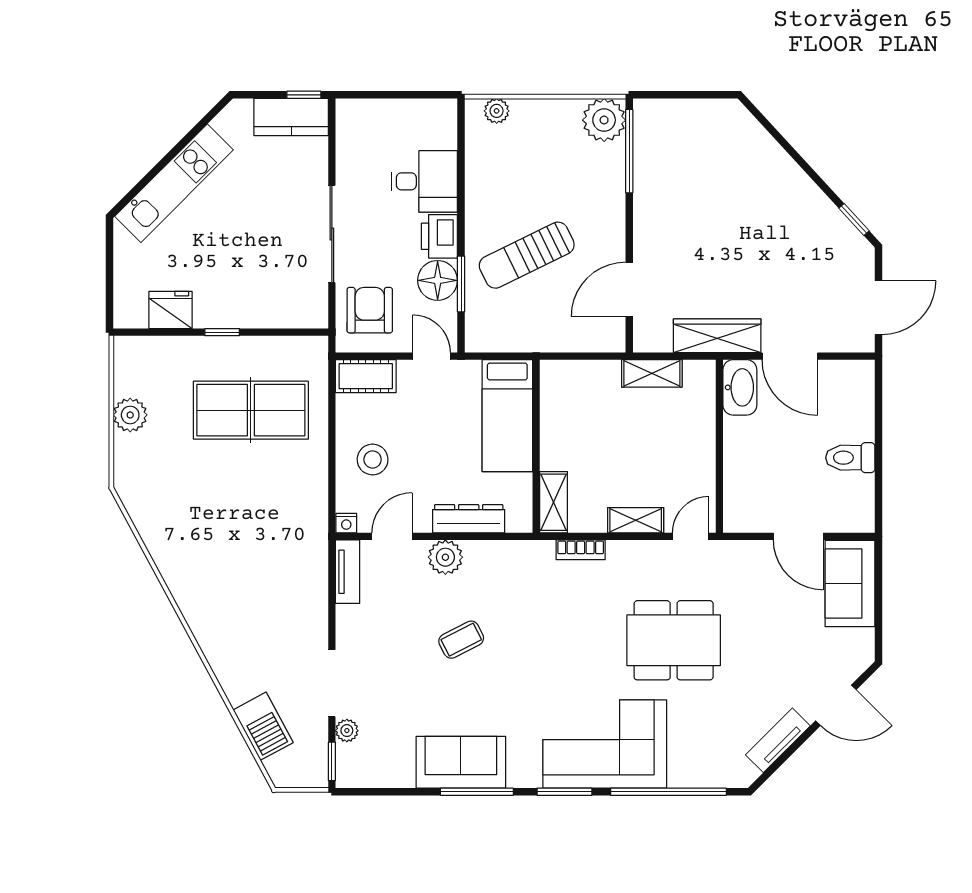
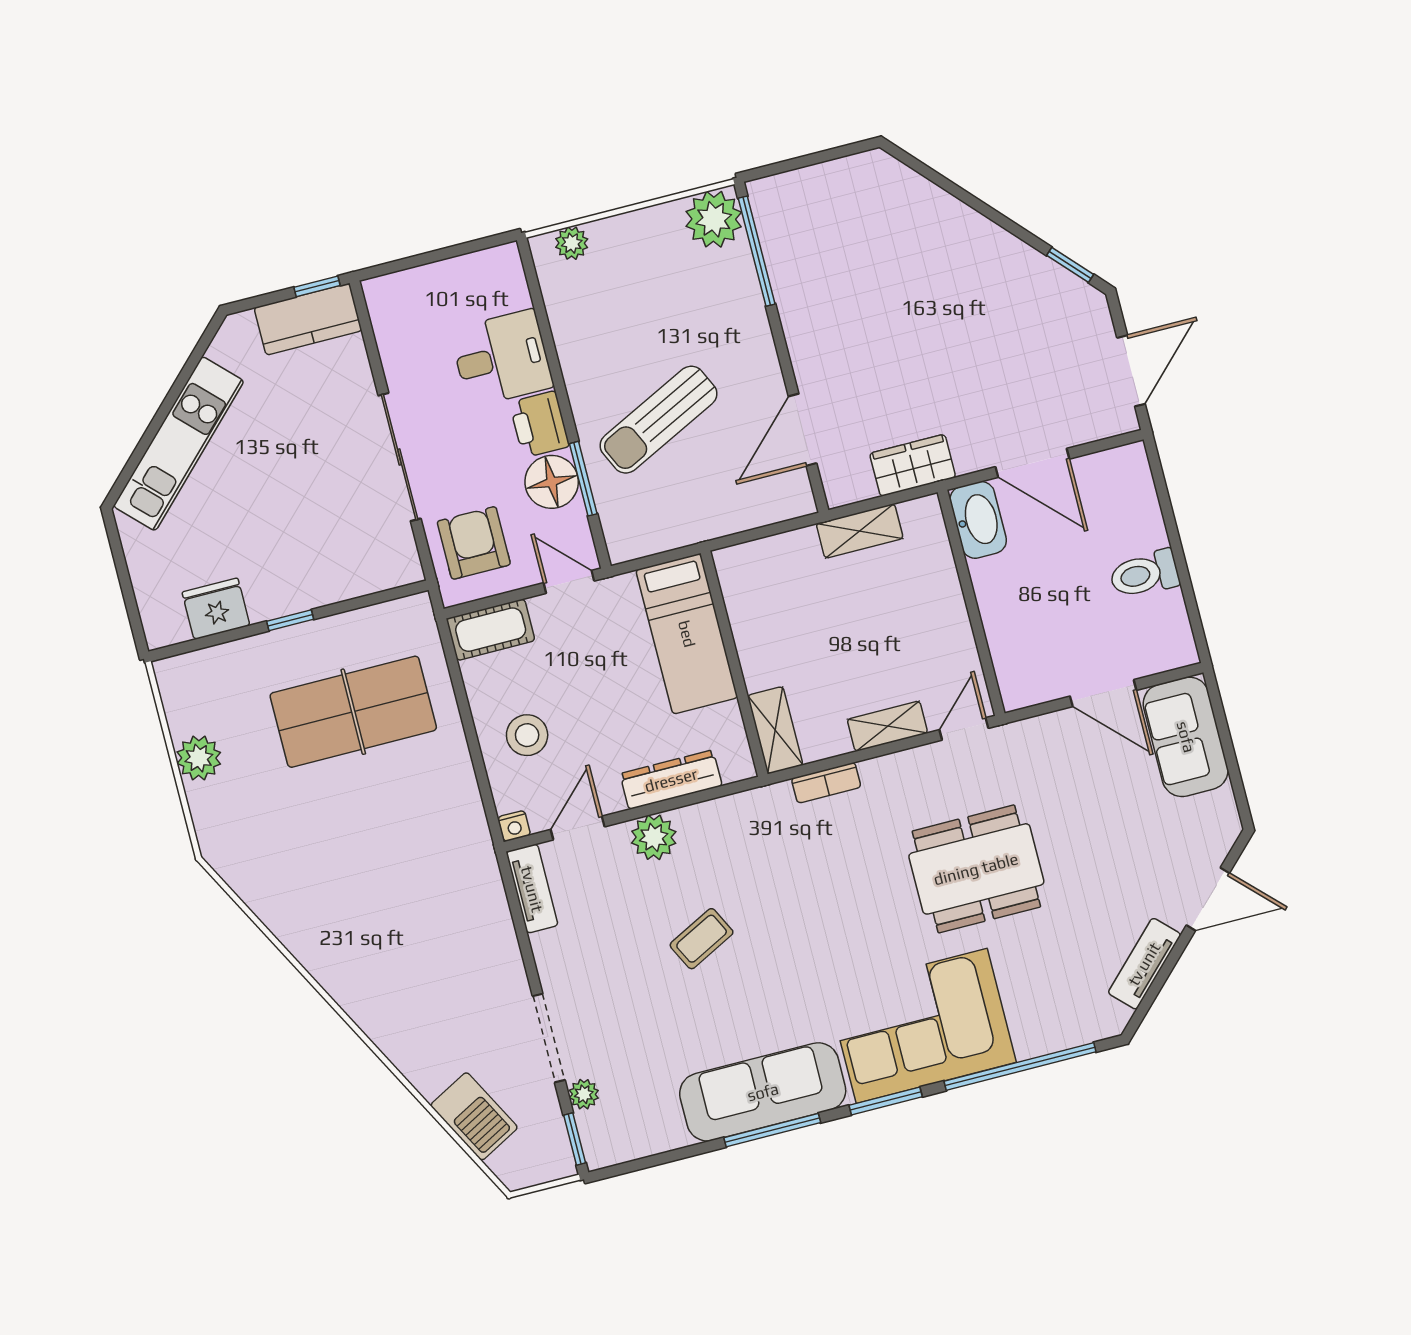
wardrobe: (717, 336) -> (913, 465), width x0.67
sofa: (461, 762) -> (763, 1092), width x1.36

